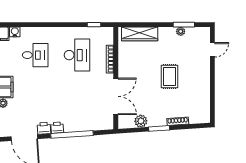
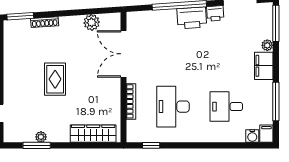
printer: (57, 128) -> (192, 18), width x1.87, depth x1.48
window: (159, 128) -> (20, 16), moved

